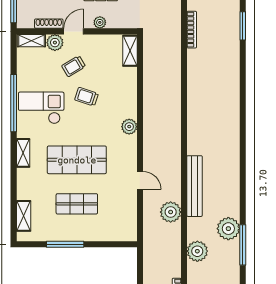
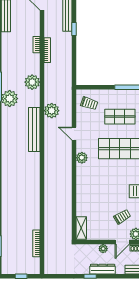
trolley: (87, 97) -> (89, 103), moved
plant: (129, 127) -> (82, 158), moved

